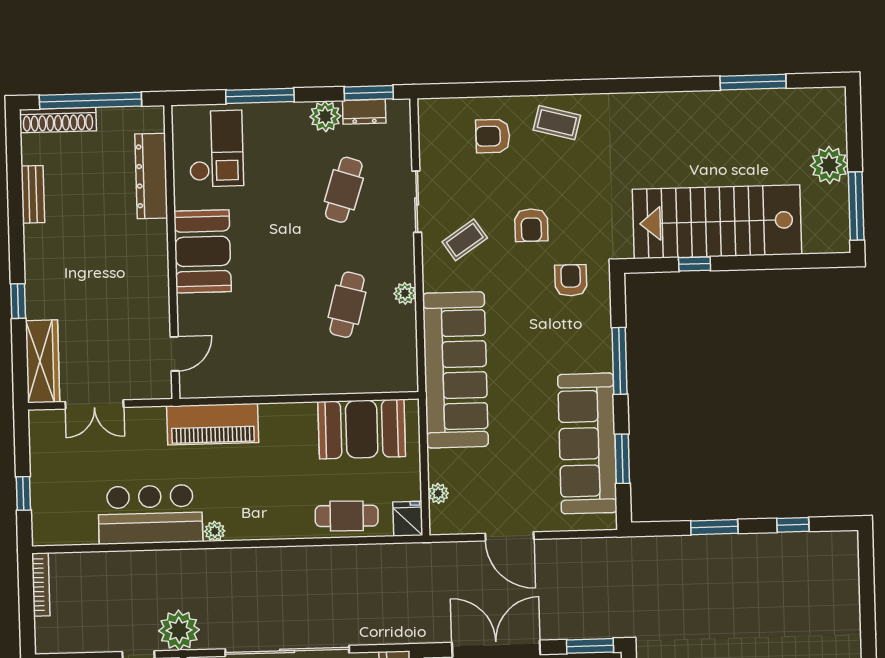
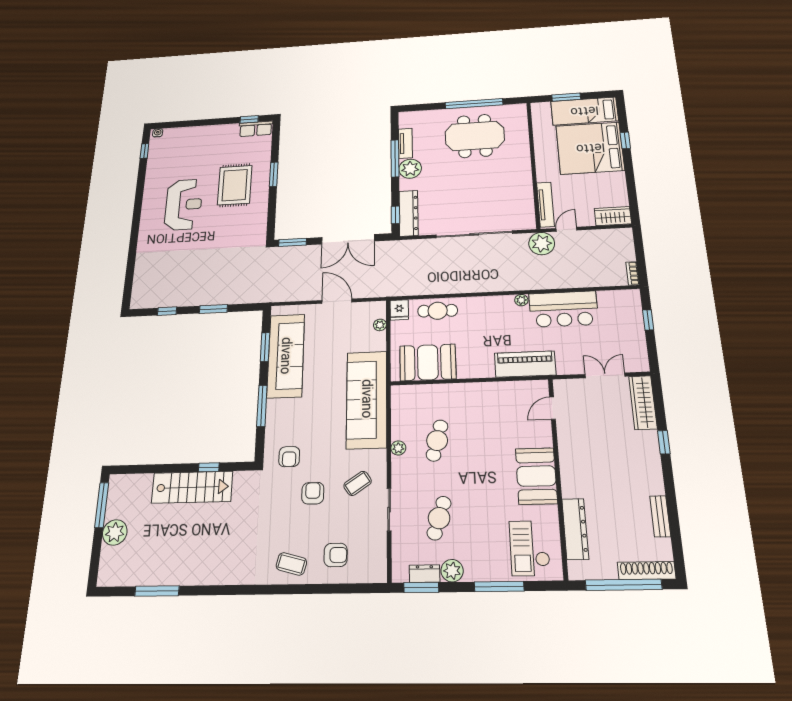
stairs: (717, 222) -> (192, 487), width x0.73, depth x0.66
bookcase: (41, 584) -> (632, 273), width x0.64

